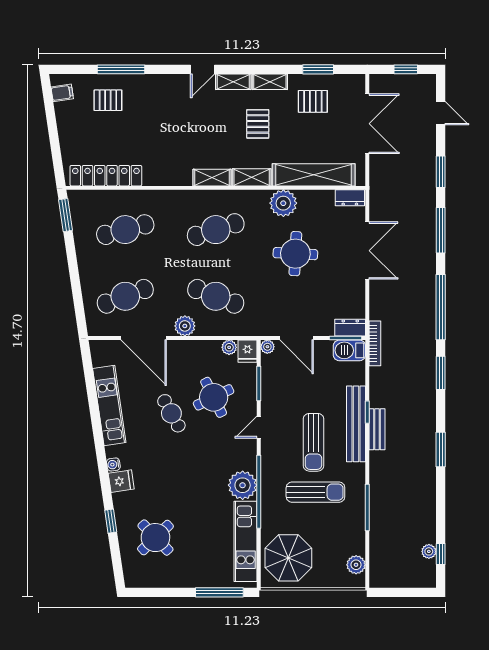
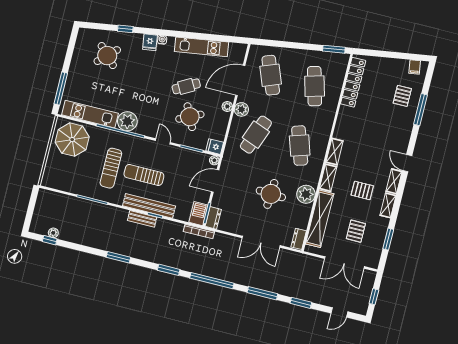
pallet: (313, 101) -> (356, 231), moved
plant: (229, 347) -> (227, 107), moved
plant: (356, 565) -> (56, 183), removed

